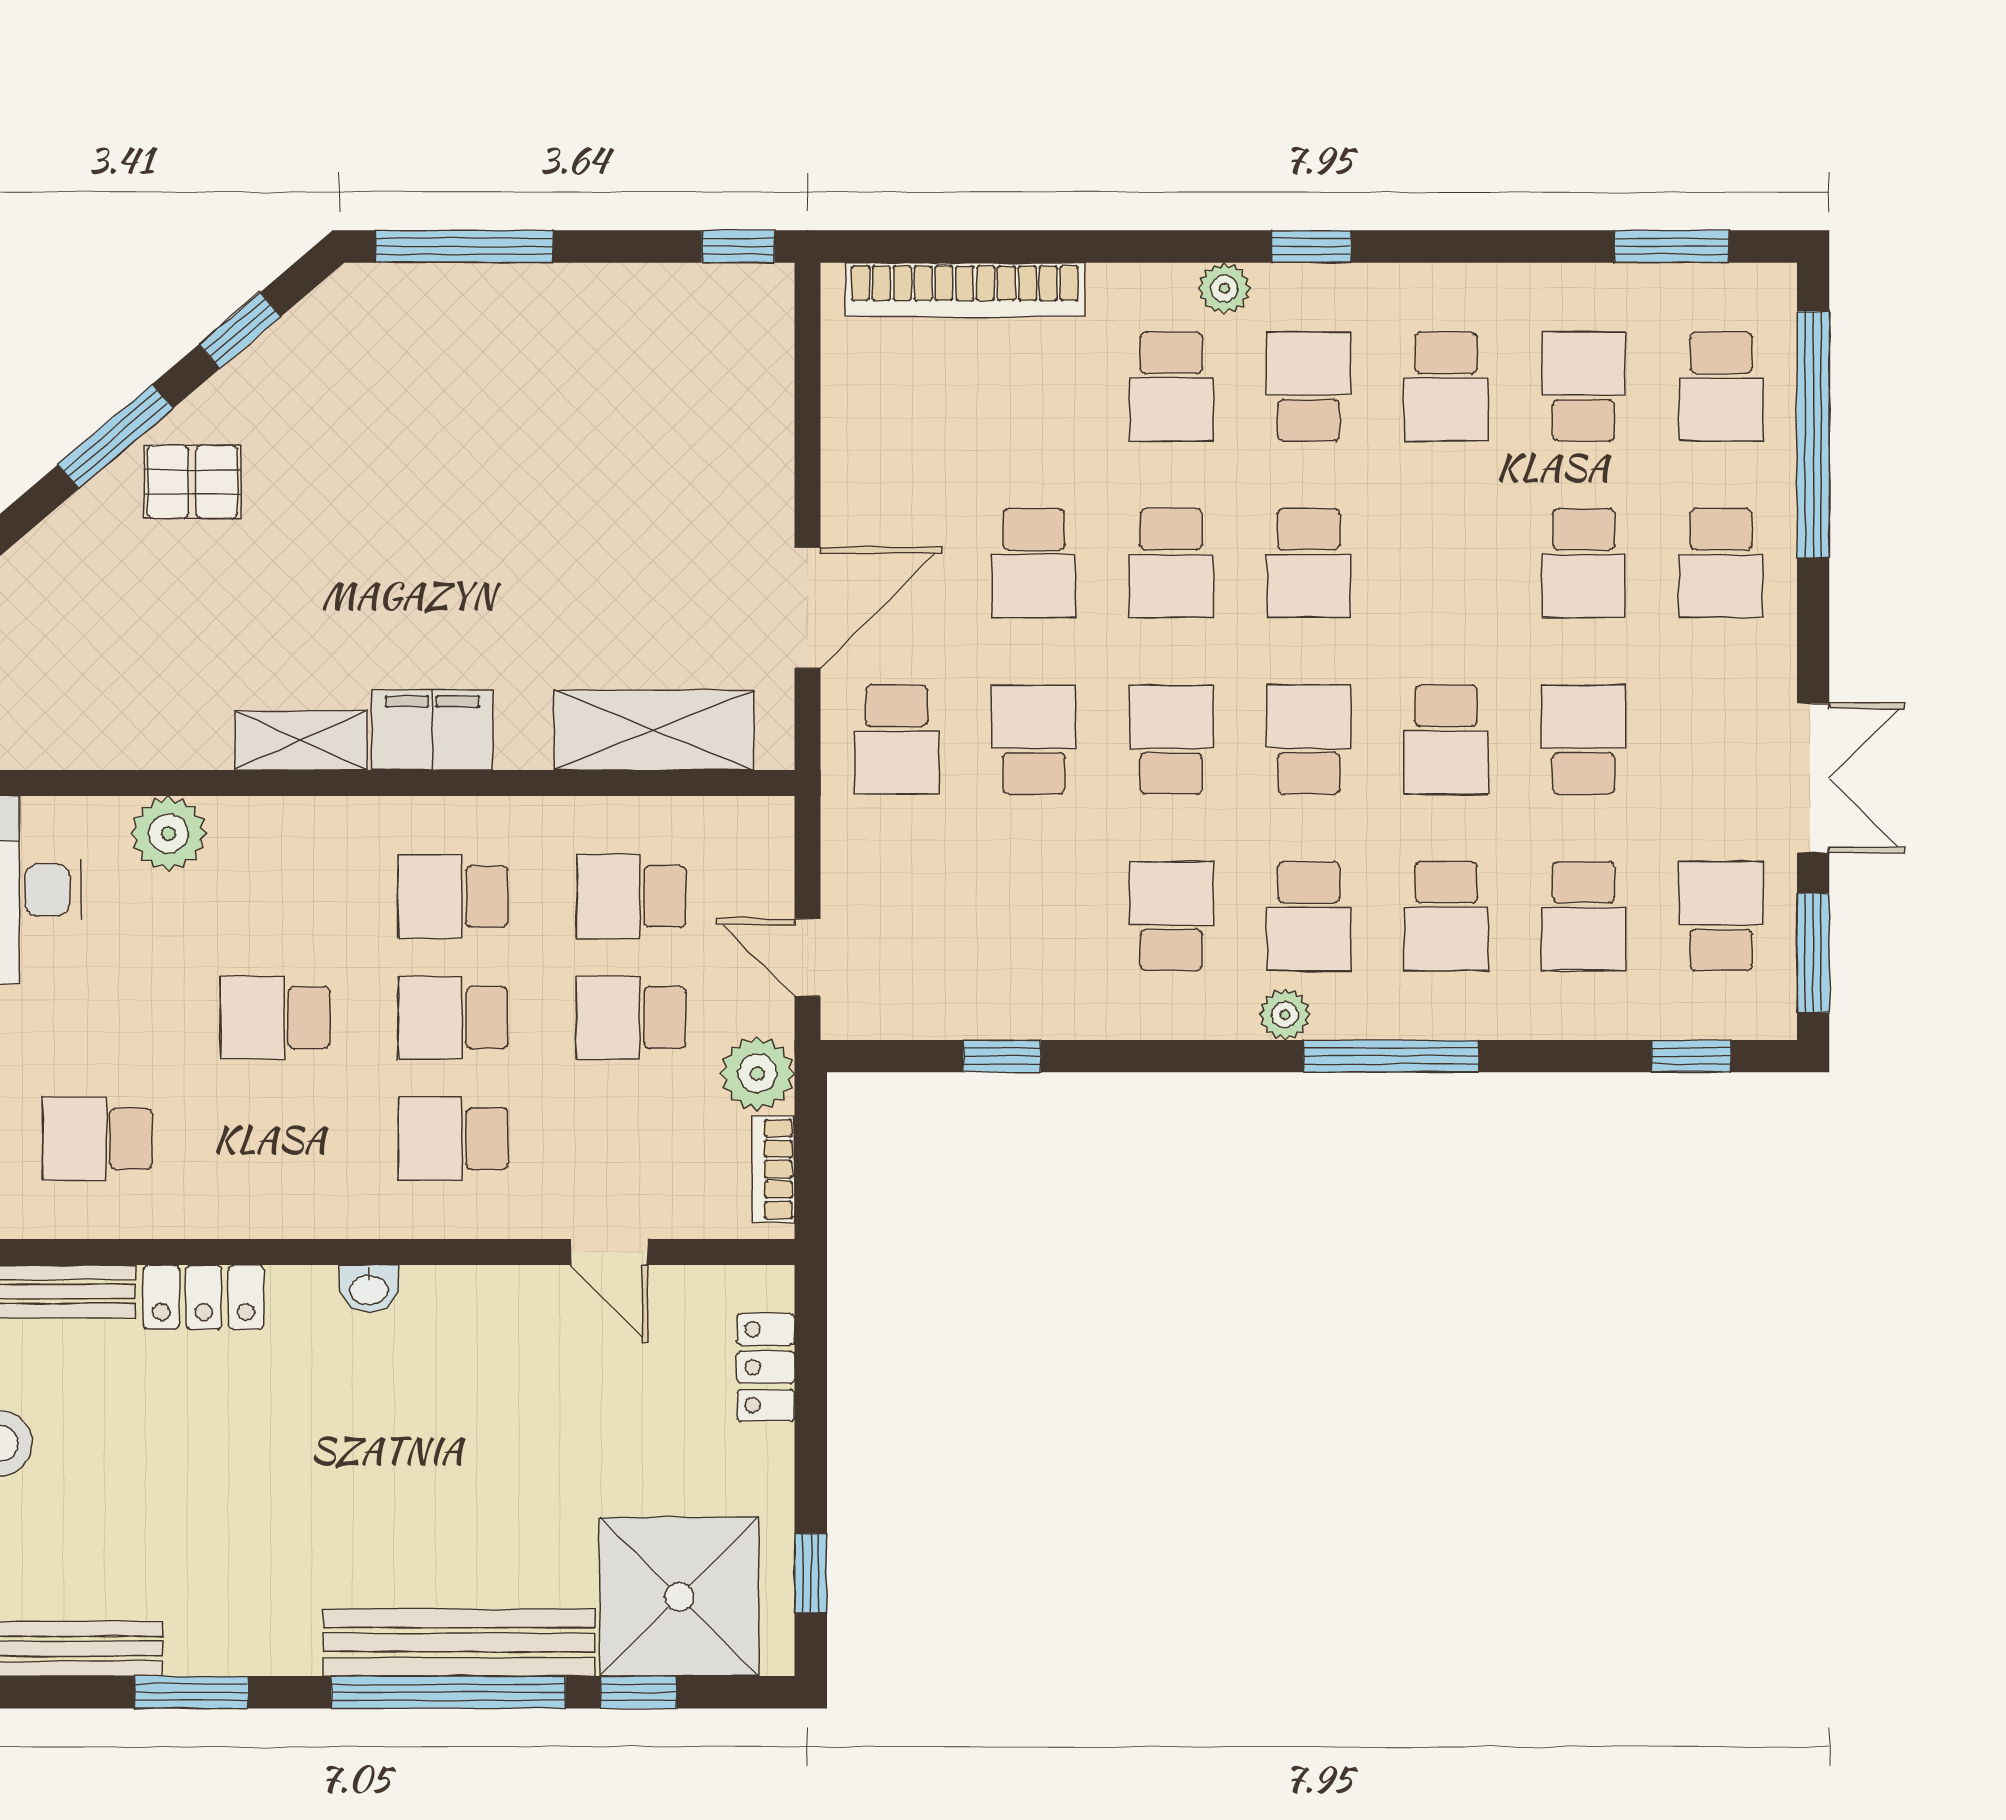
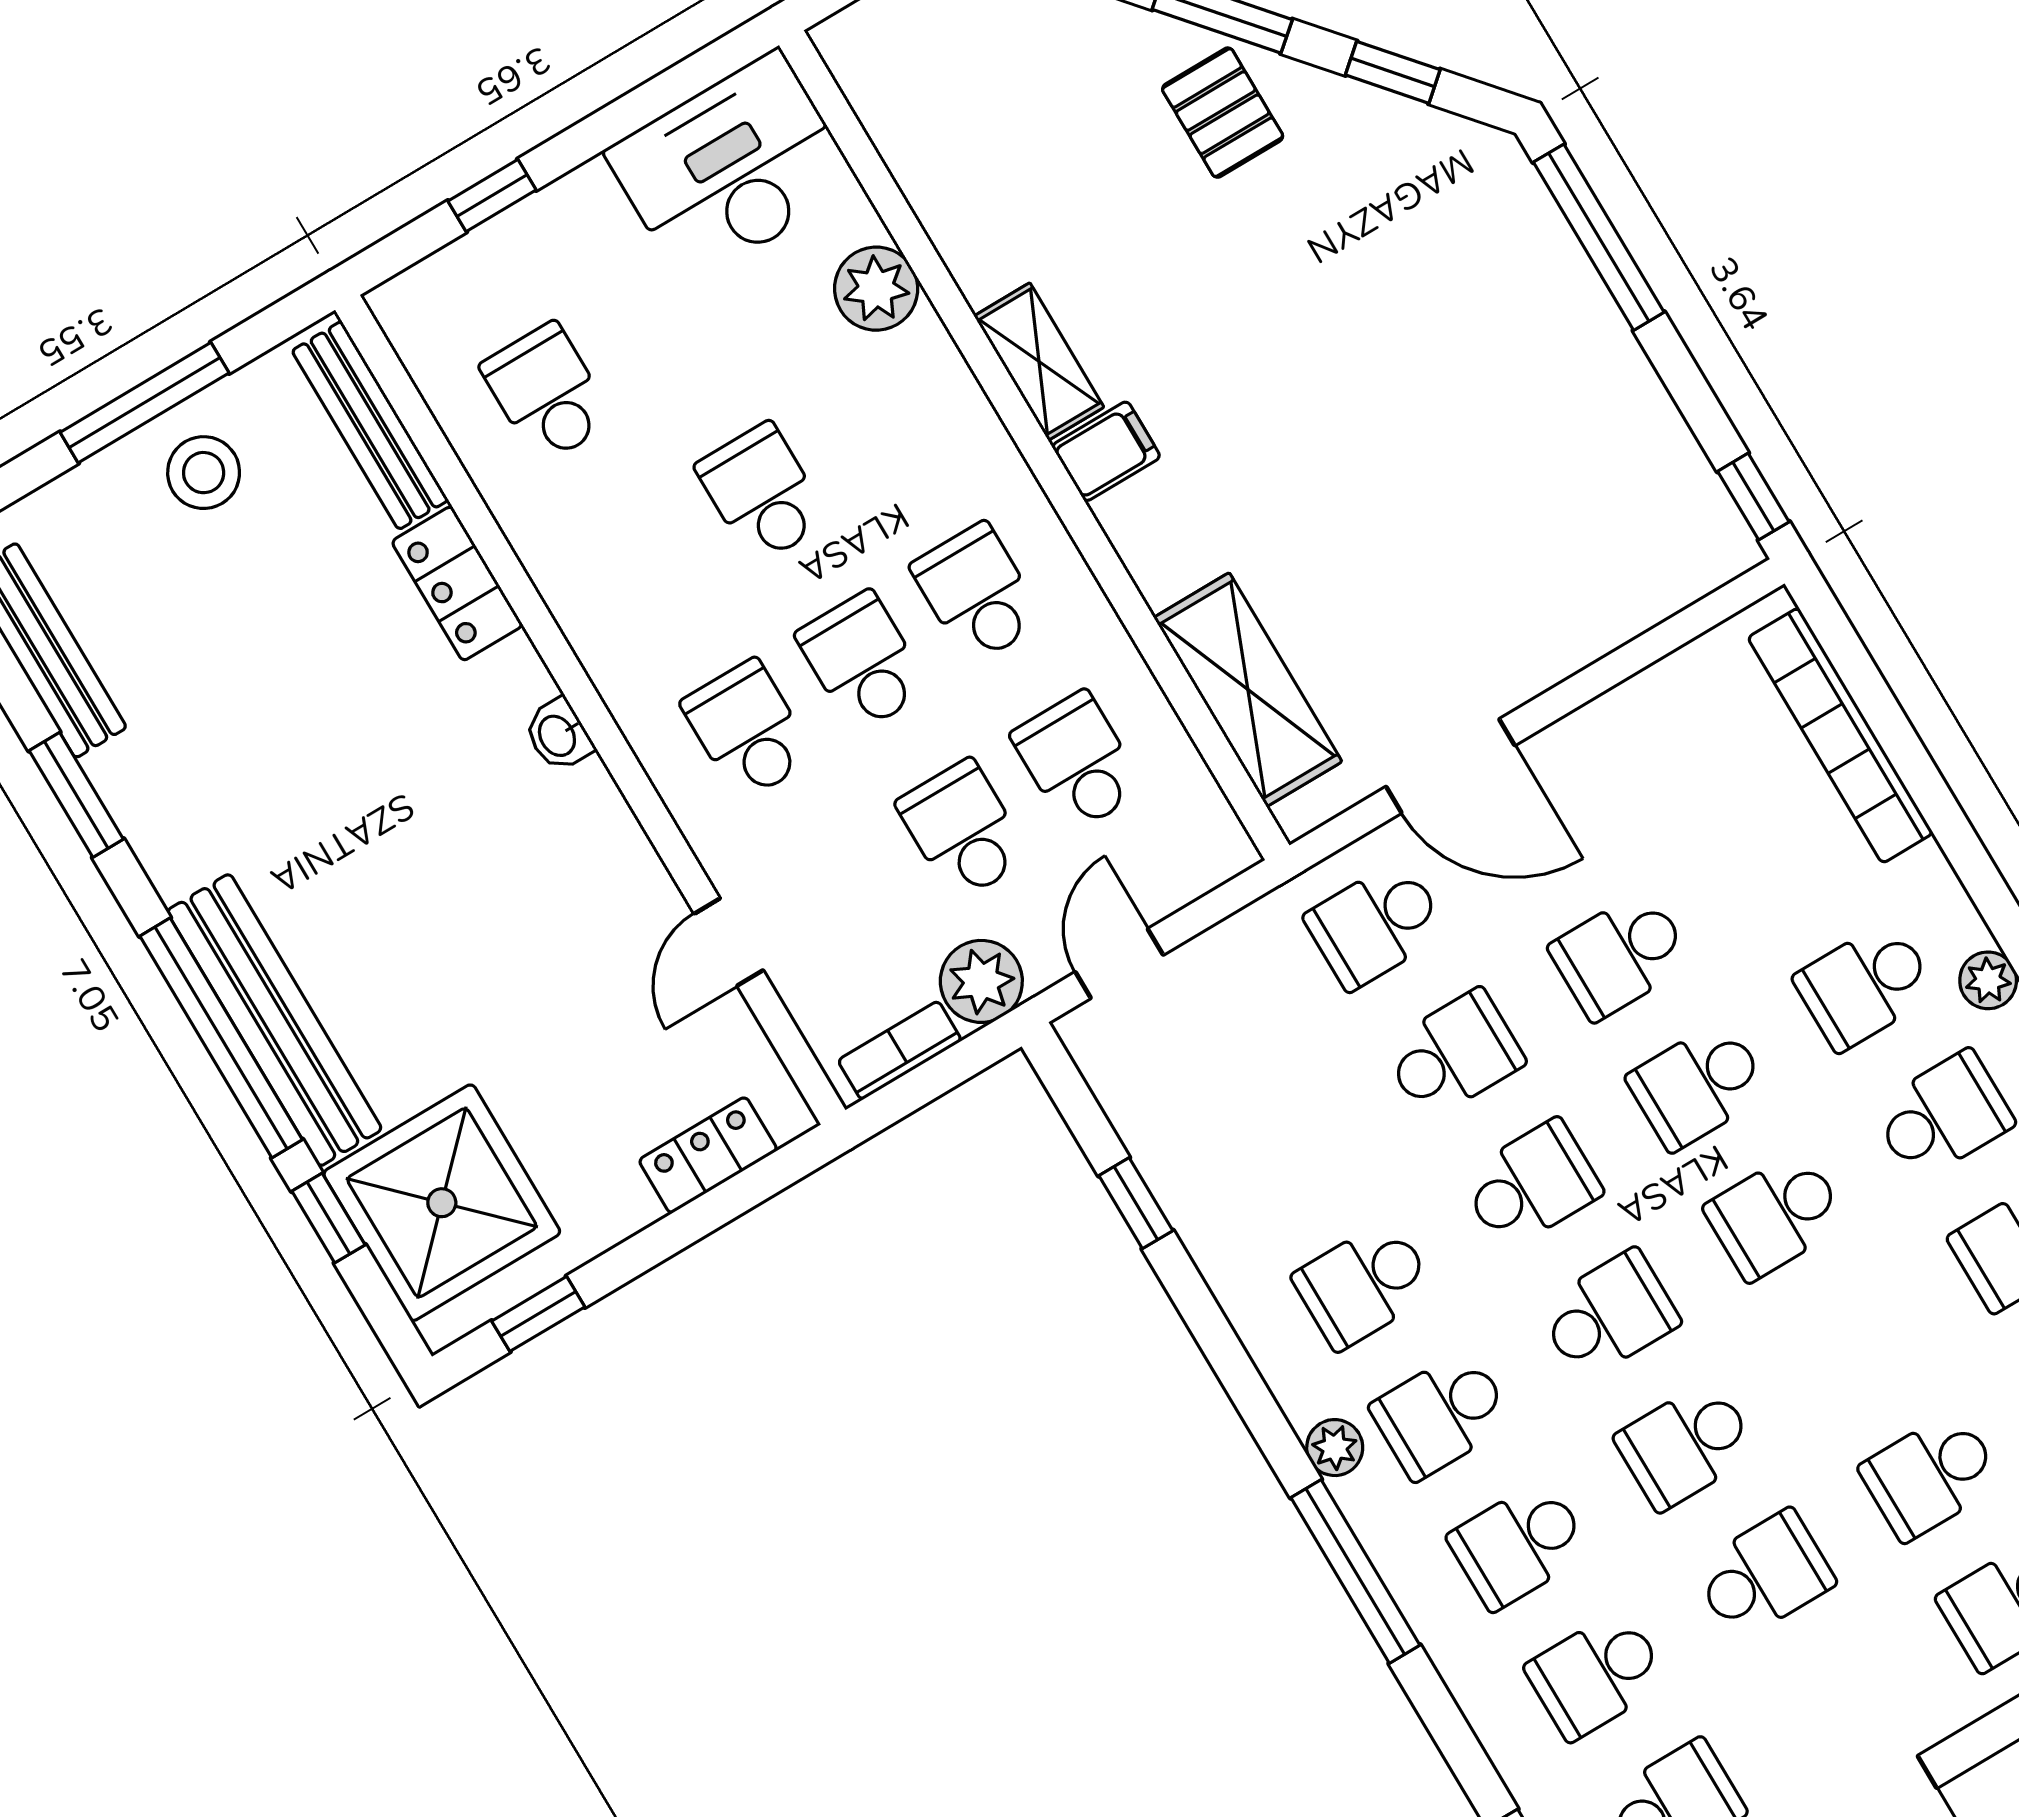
filing cabinet: (432, 730) -> (1106, 451), width x0.50
school desk: (1171, 916) -> (1364, 1284), turned 180

